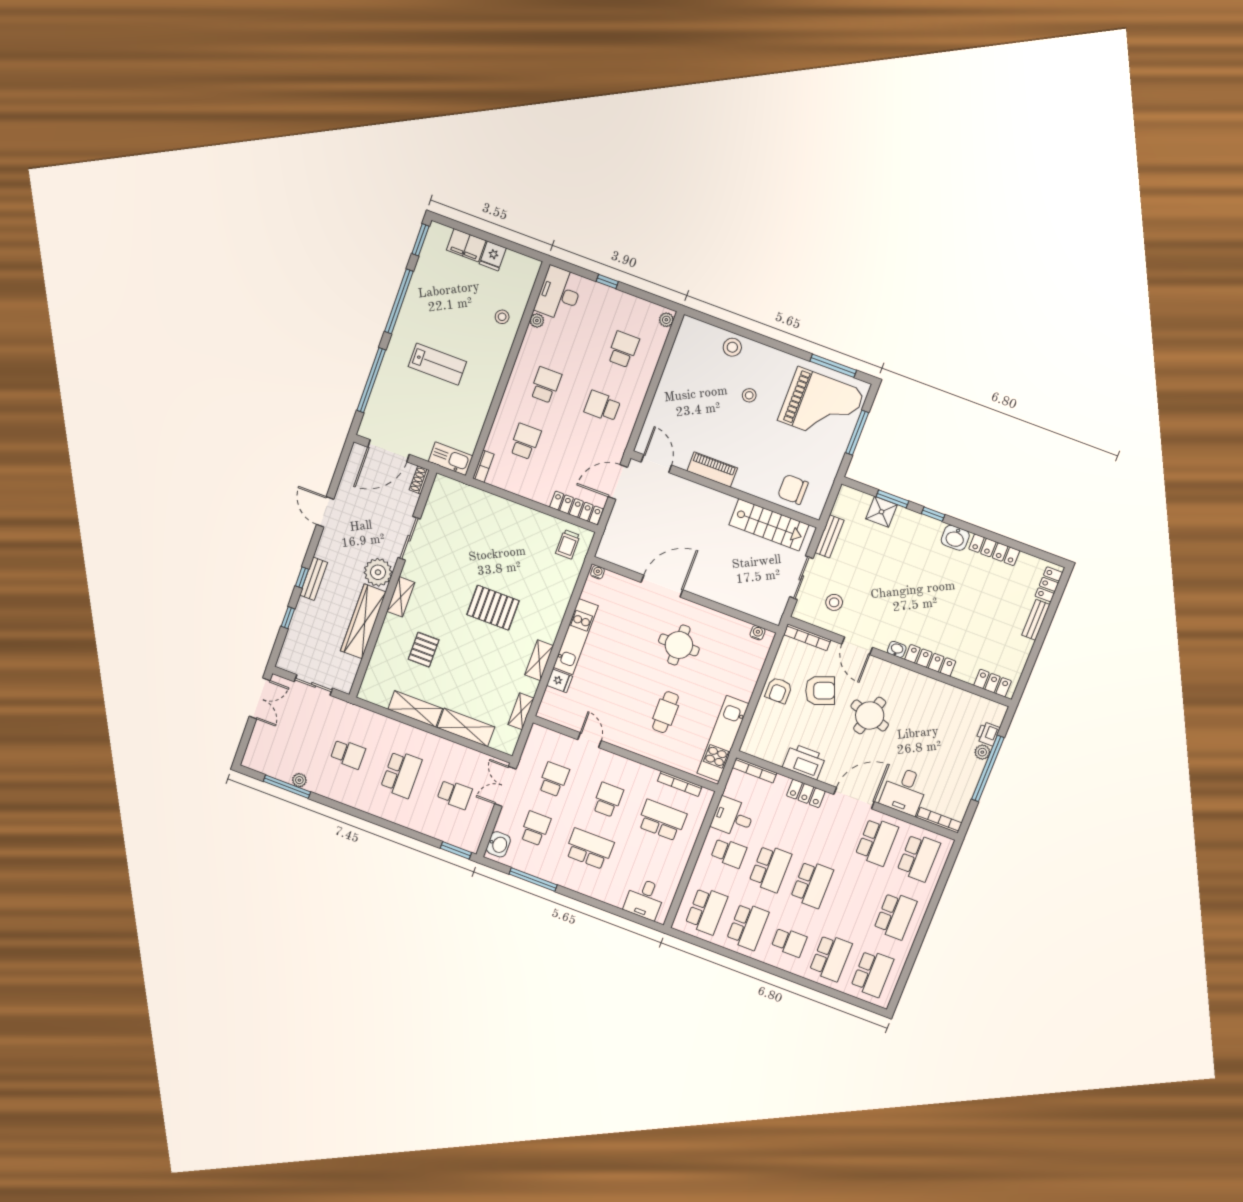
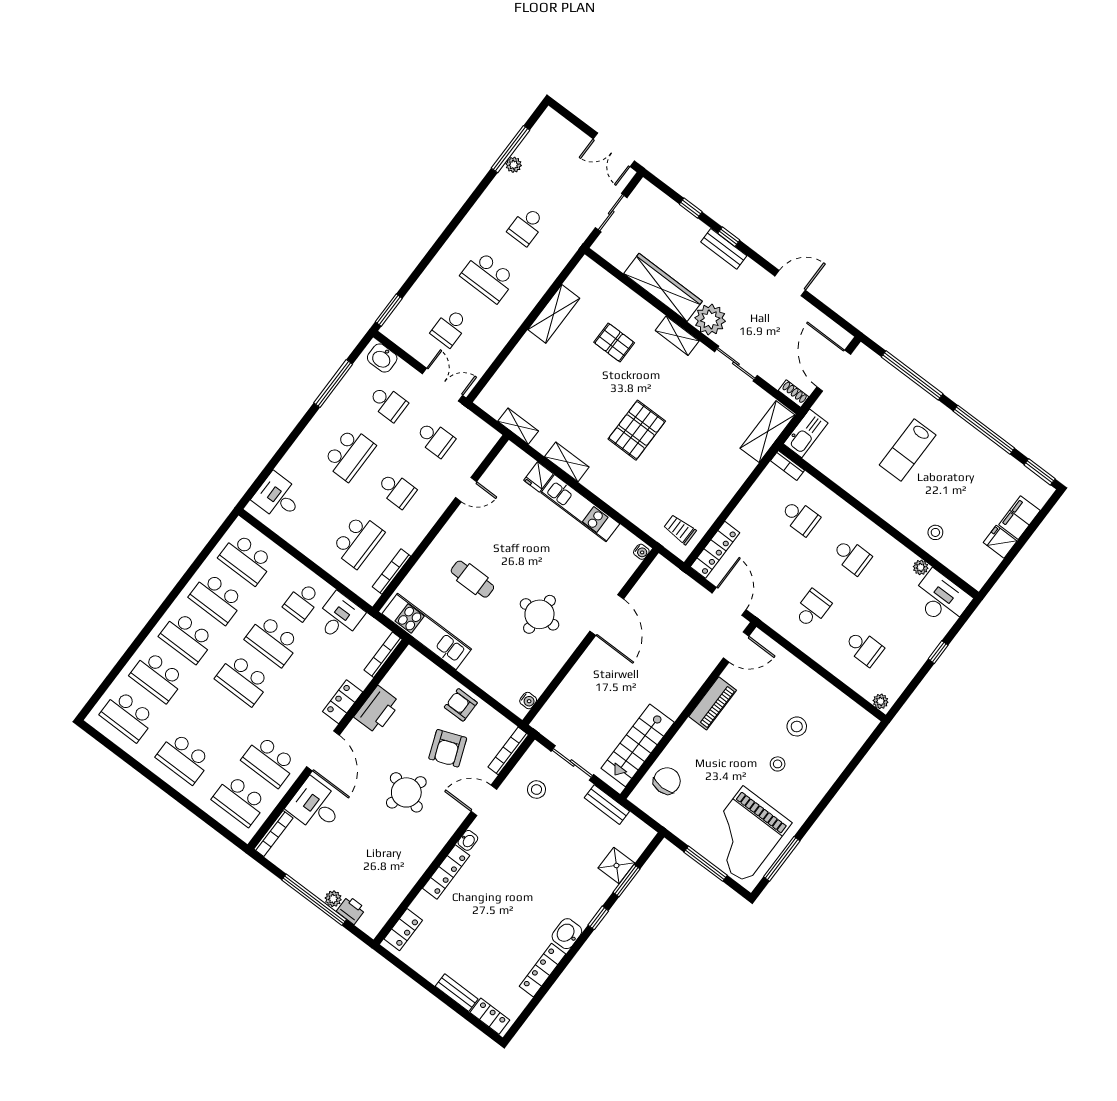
stool: (732, 347) -> (797, 726), moved
shelving: (466, 727) -> (768, 432), moved
school desk: (789, 942) -> (187, 638), width x1.85

